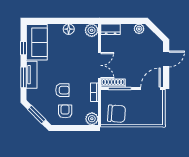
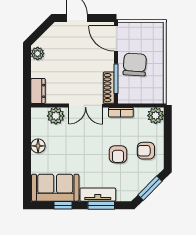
plant: (92, 30) -> (56, 116), moved
double door: (100, 65) -> (86, 105), swing flipped
armchair: (62, 90) -> (118, 154), turned 180
chair: (117, 114) -> (135, 65), moved

